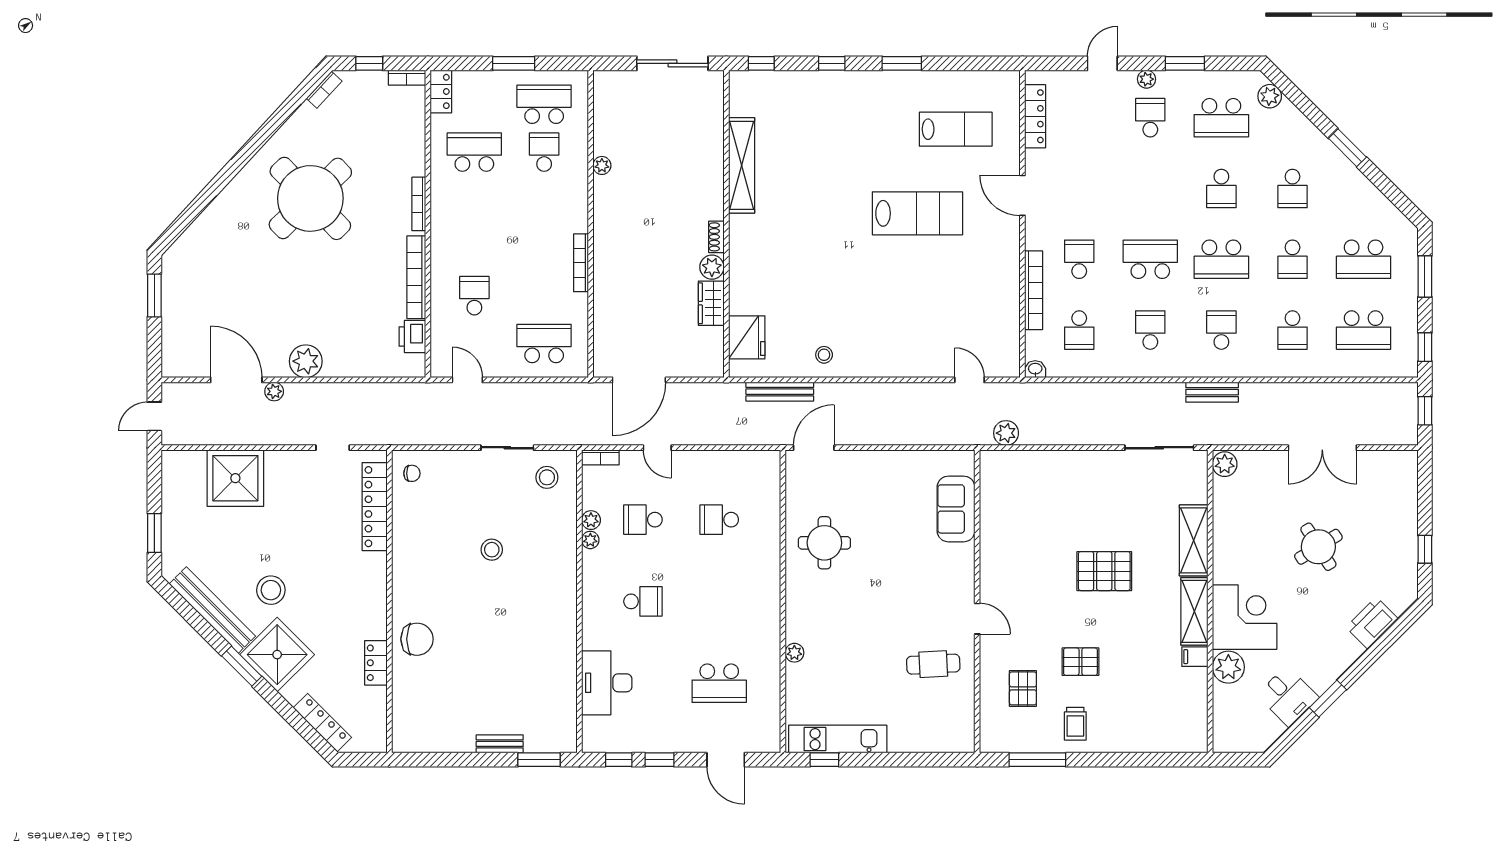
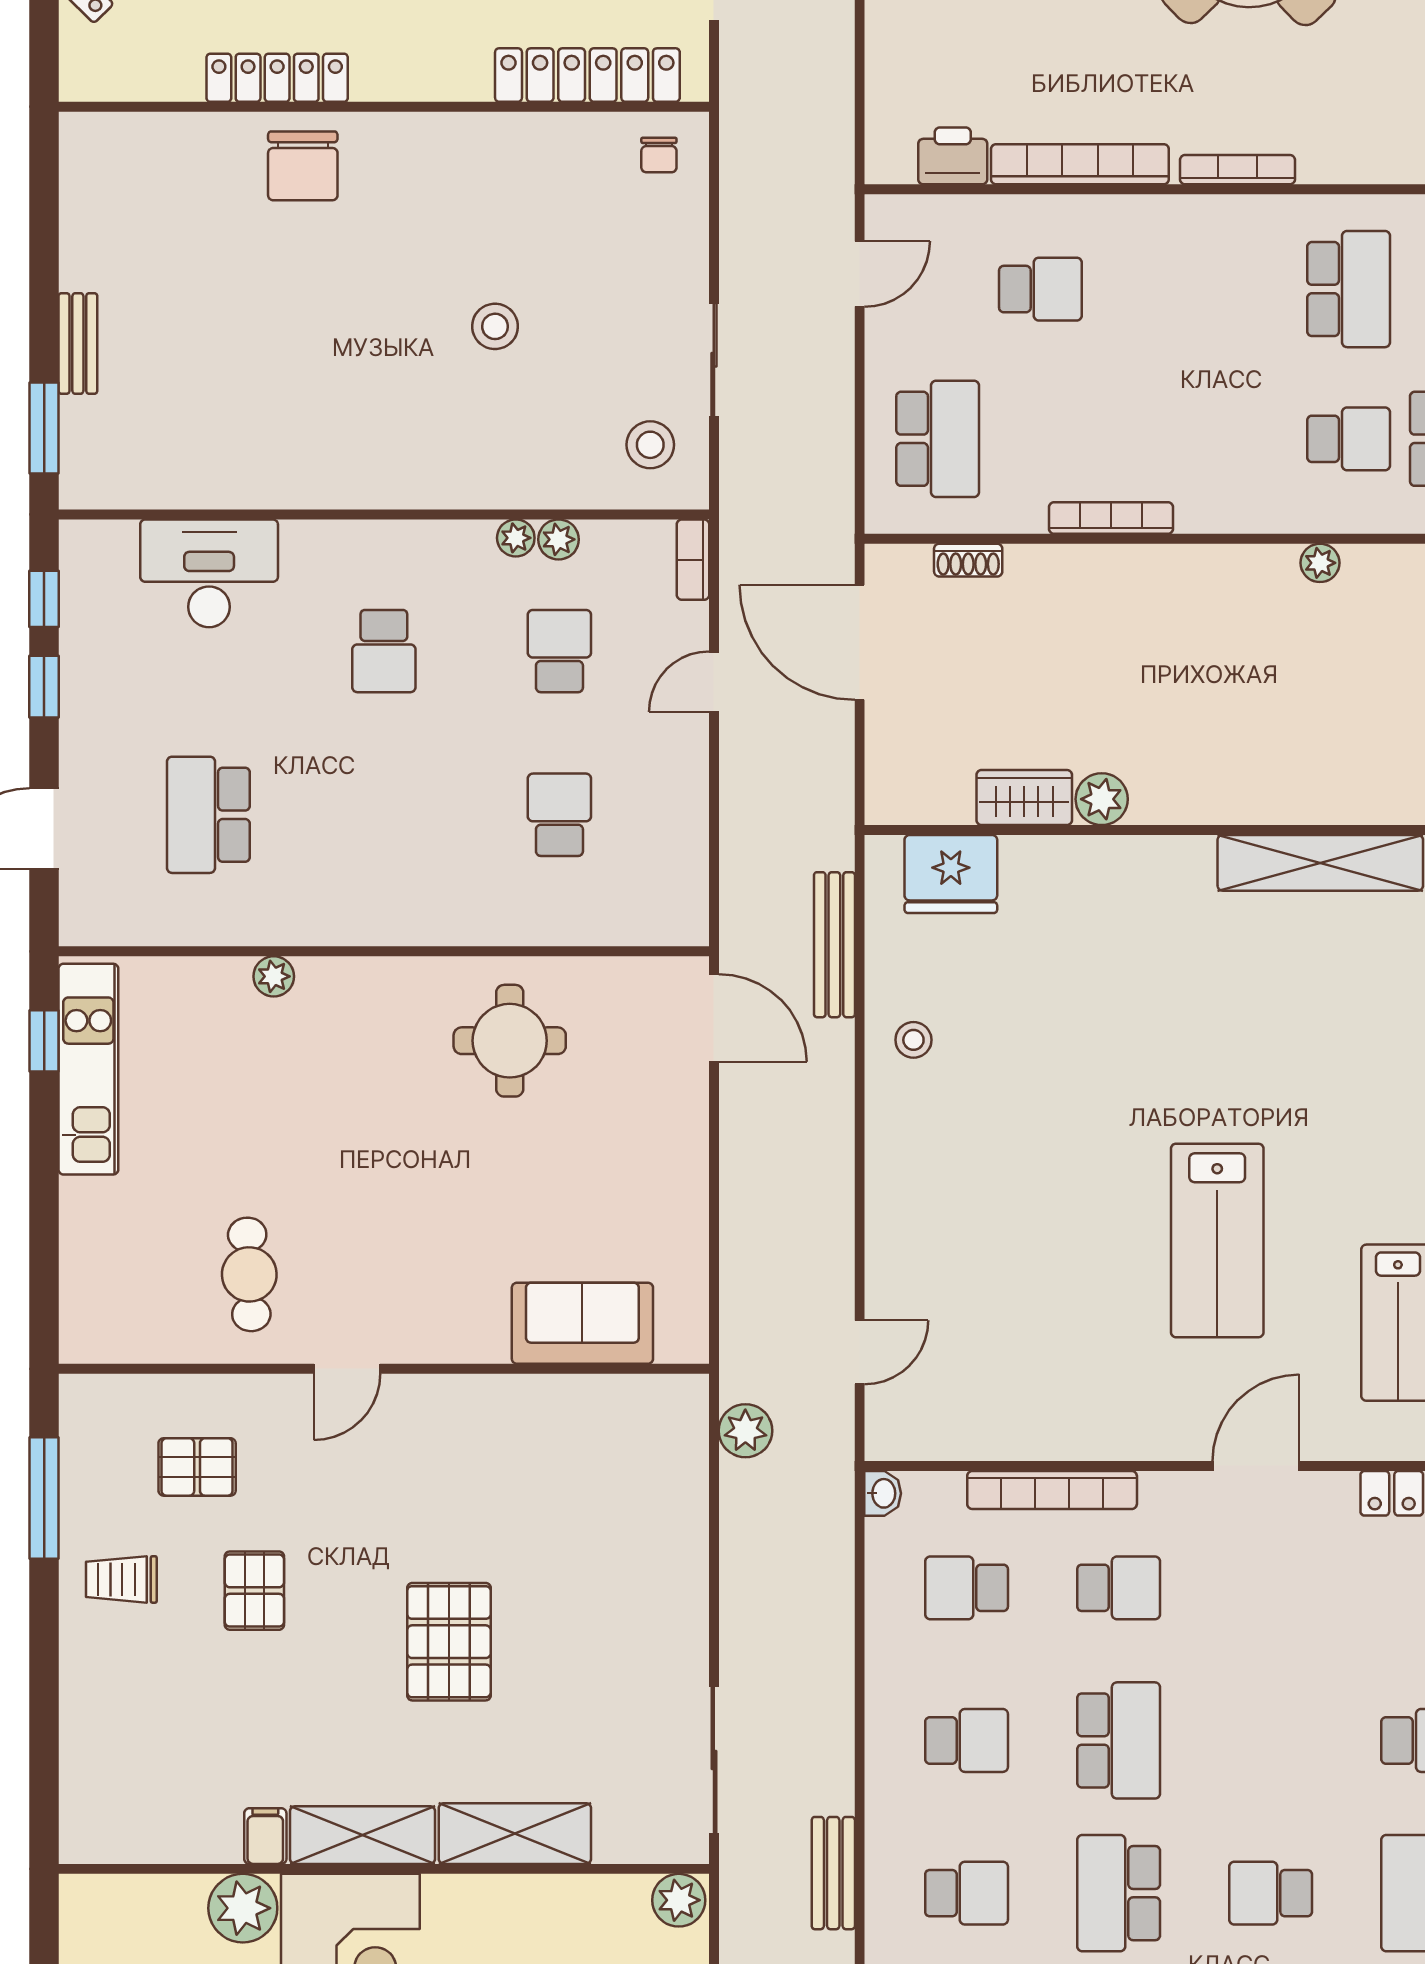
shoe rack: (716, 237) -> (968, 560), moved, turned 180
locker: (376, 663) -> (277, 78), width x1.53

